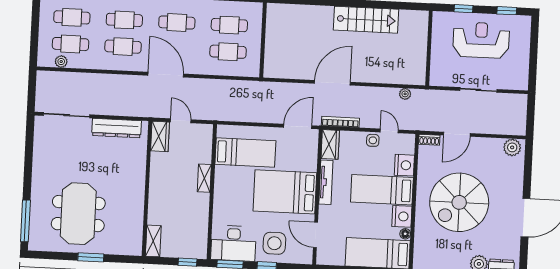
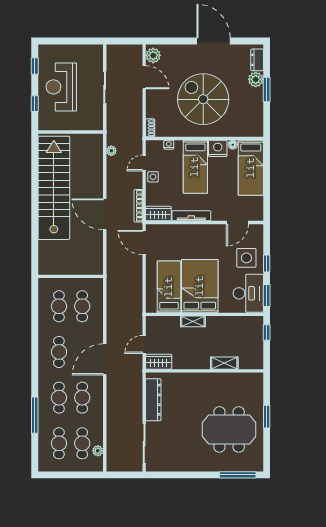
stairs: (366, 20) -> (54, 188), width x1.86, depth x1.51
door: (457, 134) -> (144, 77), moved
nightstand: (404, 165) -> (169, 145), width x0.53, depth x0.56
bed: (285, 192) -> (200, 286), moved, turned 180
spiral stairs: (459, 202) -> (203, 99), turned 180
shelving: (153, 241) -> (224, 363), moved

